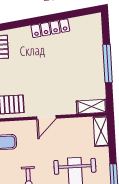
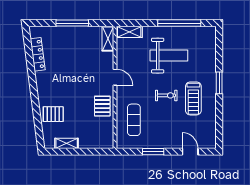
locker: (50, 28) -> (38, 54), moved

